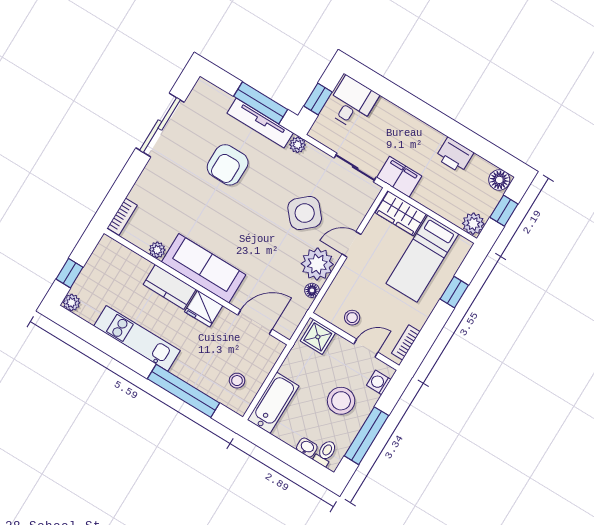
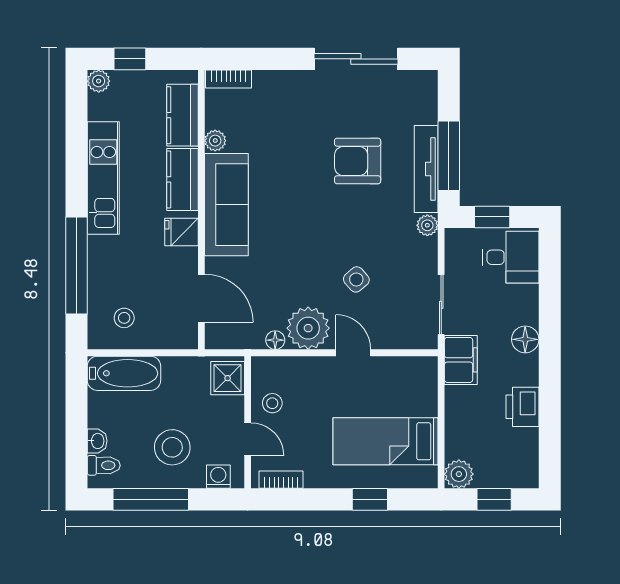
floor lamp: (499, 180) -> (525, 339), moved
side table: (305, 213) -> (356, 279), width x0.54, depth x0.54
wardrobe: (401, 213) -> (421, 387), removed
kitchen counter: (128, 261) -> (182, 115), added
fridge: (204, 309) -> (181, 232), width x0.72

